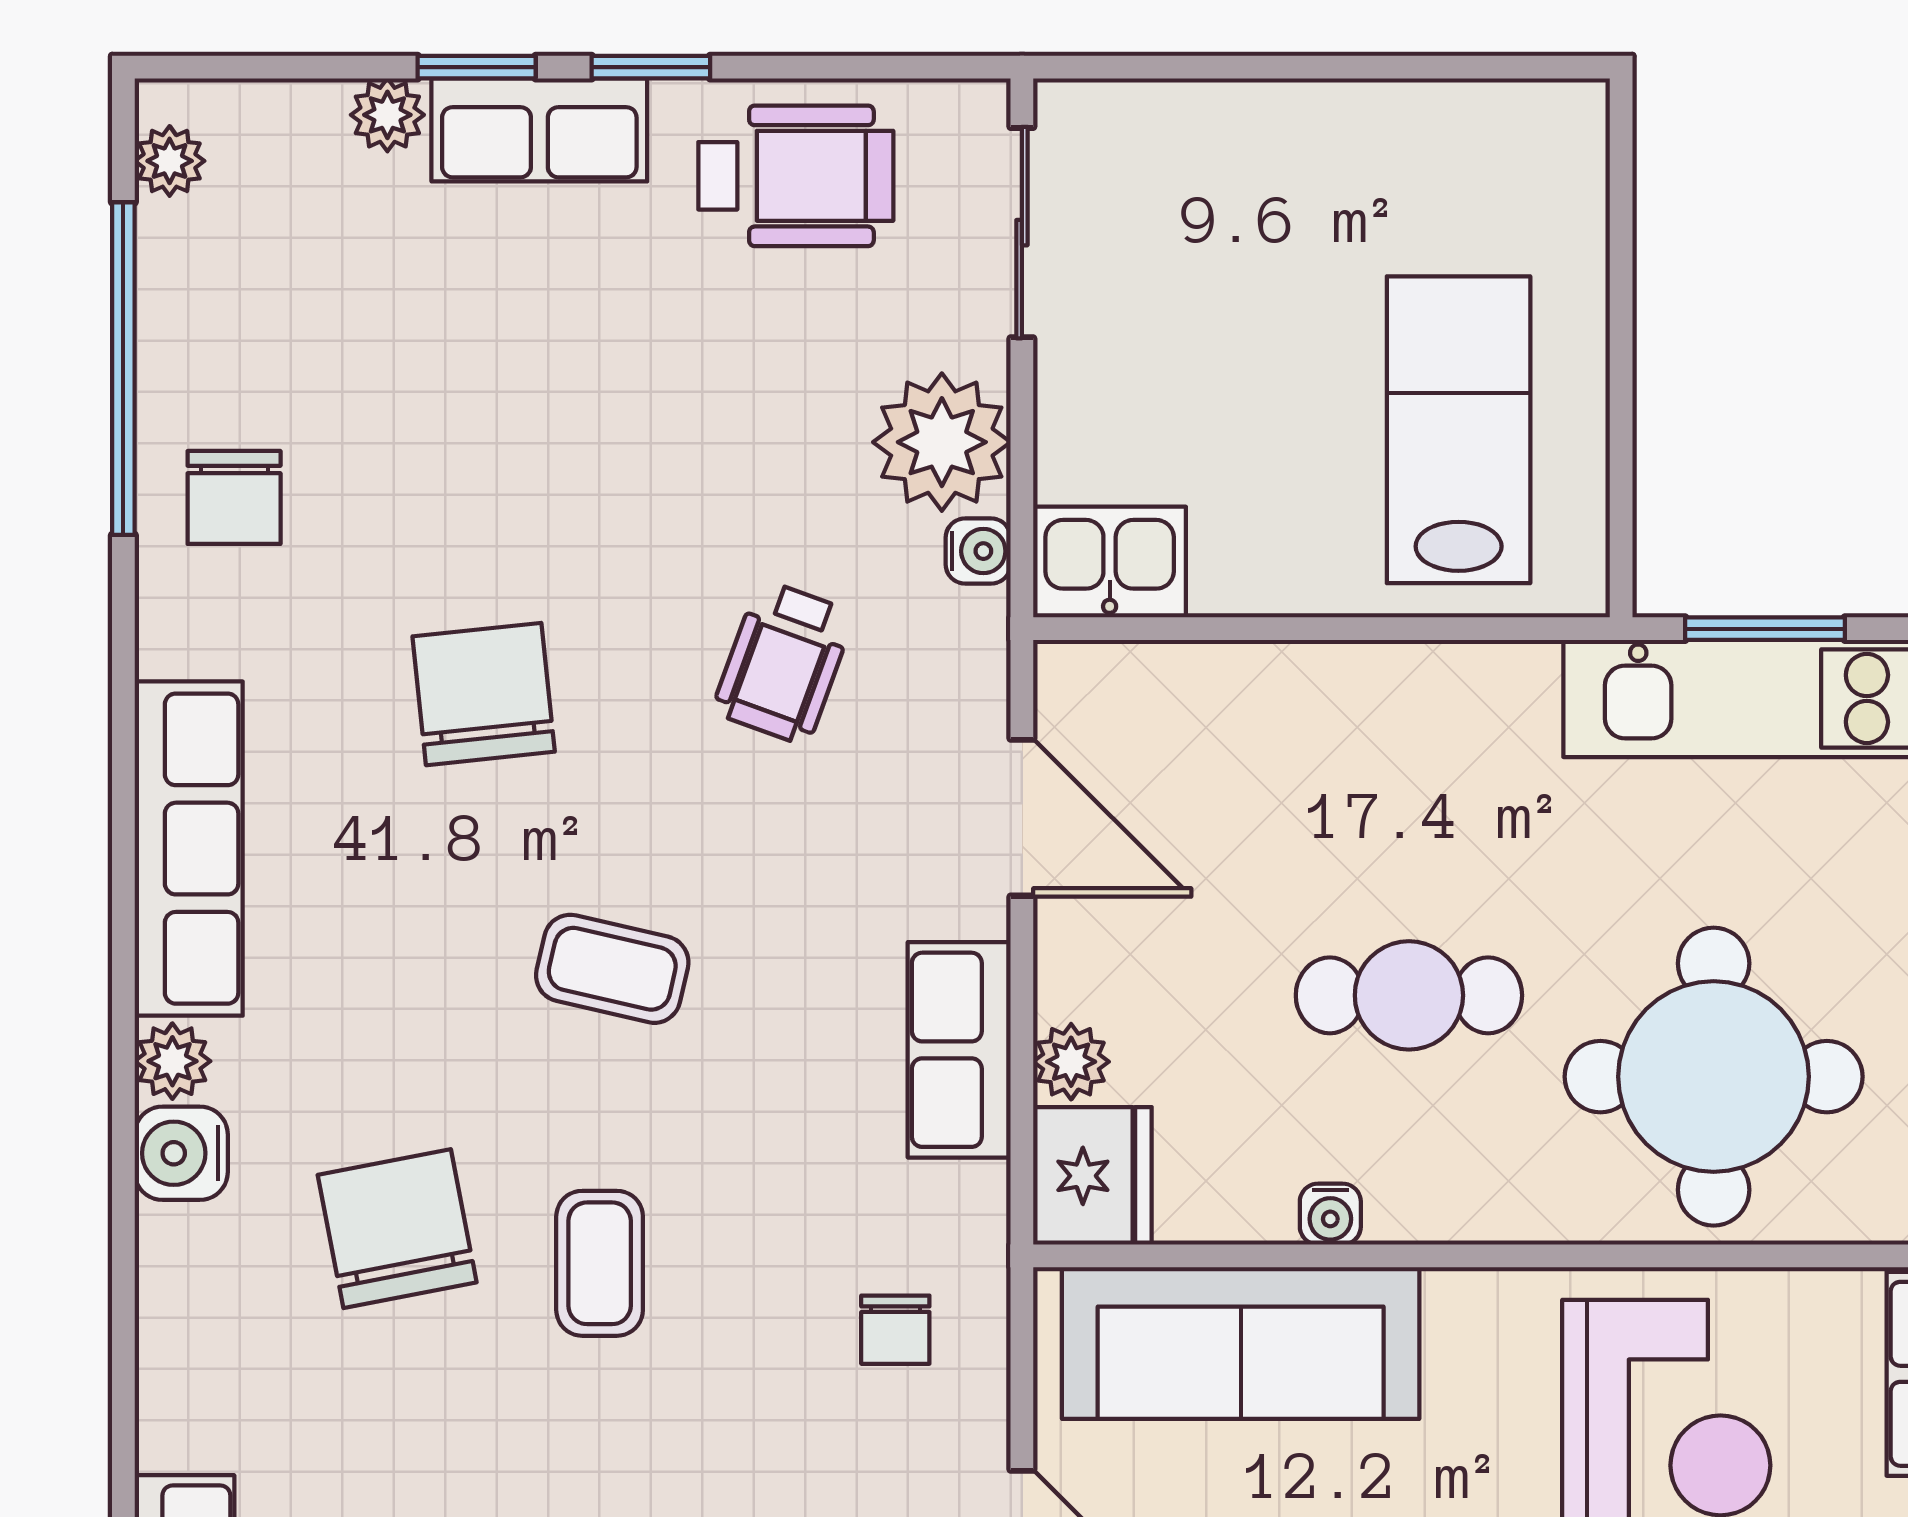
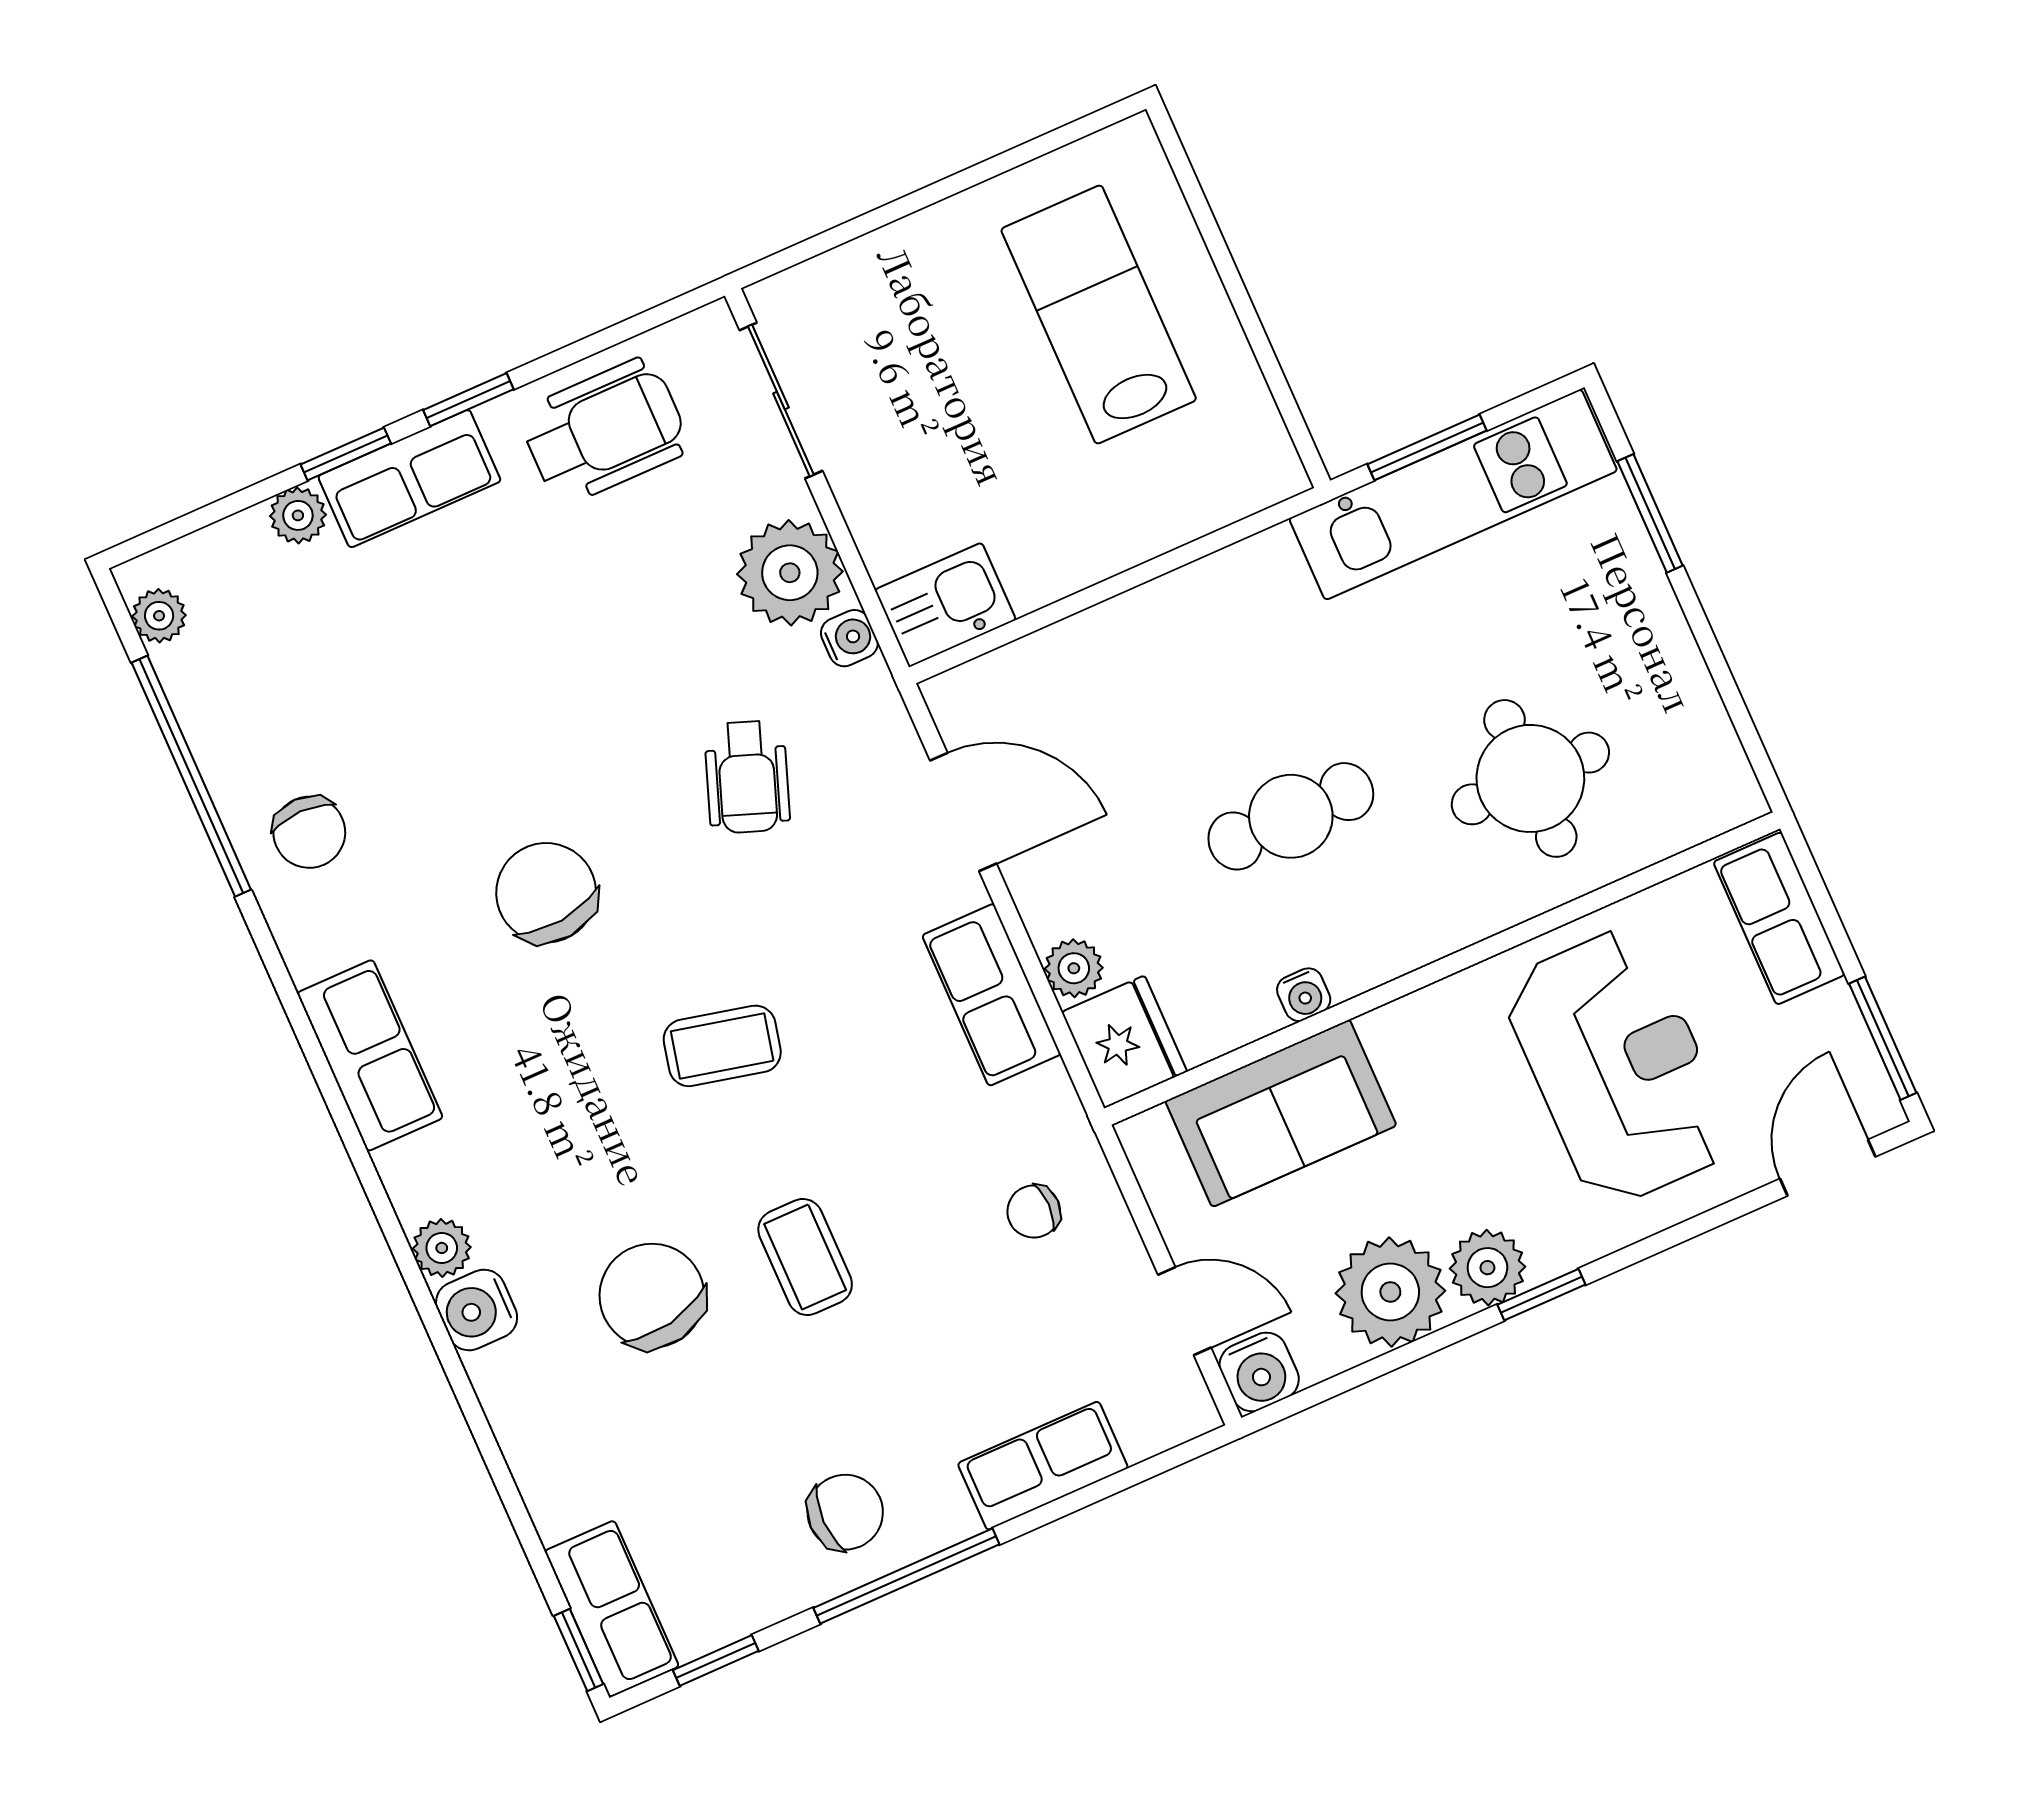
lab bench: (1459, 430) -> (1099, 314), moved
row of seats: (189, 849) -> (370, 1055), width x0.68
round table: (1714, 1077) -> (1530, 778), width x0.73, depth x0.73
chair: (895, 1330) -> (1034, 1212), turned 90
sofa: (1241, 1343) -> (1281, 1113), width x0.73

